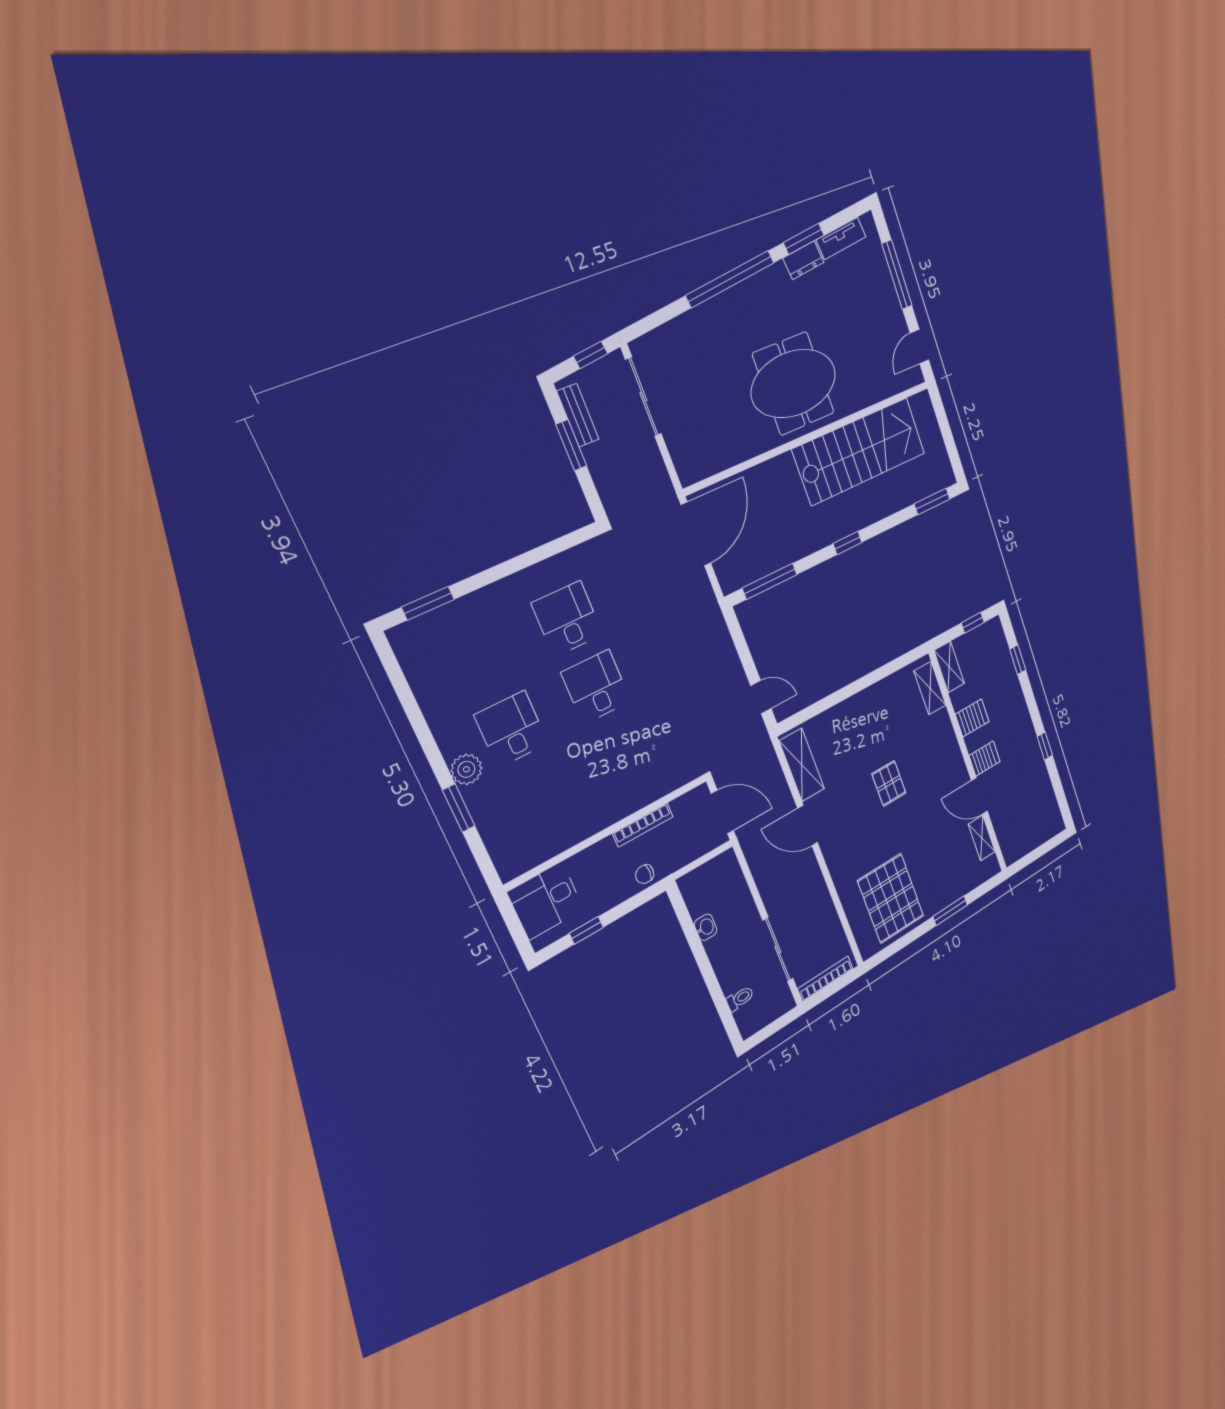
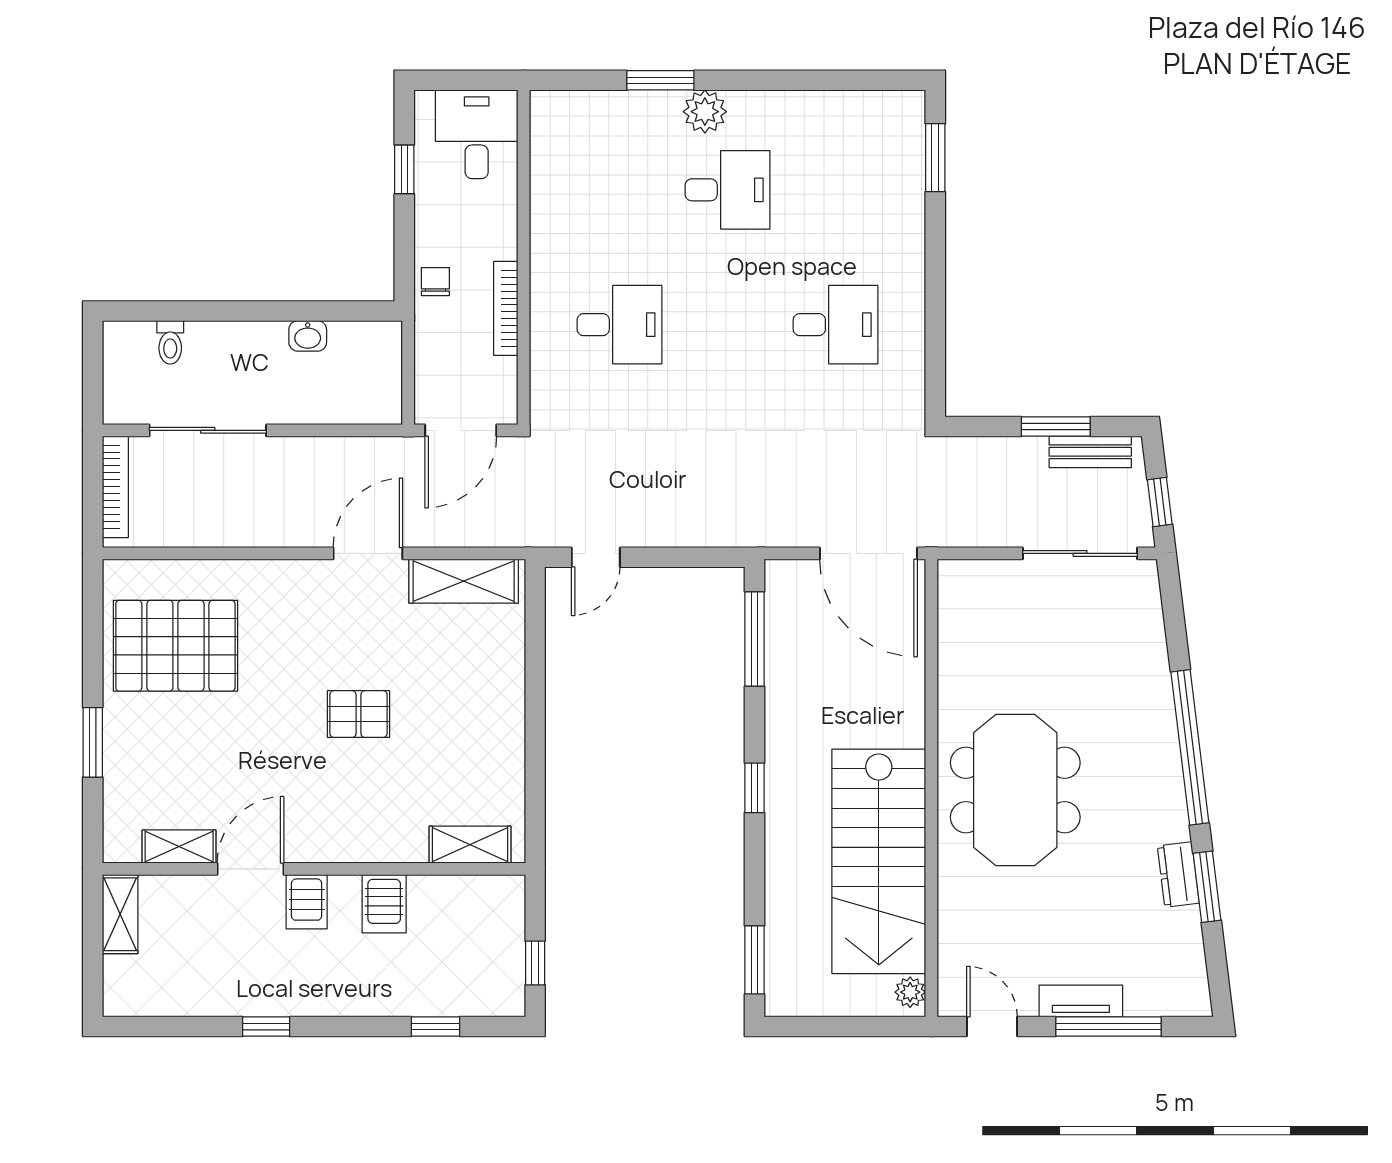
tv unit: (841, 238) -> (1081, 1001), moved, turned 97
plant: (918, 403) -> (910, 992), added
shelving: (949, 667) -> (120, 914), moved, turned 90
desk: (596, 687) -> (619, 325), moved

